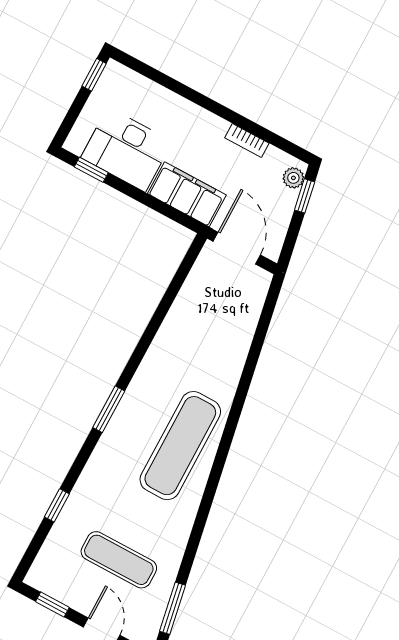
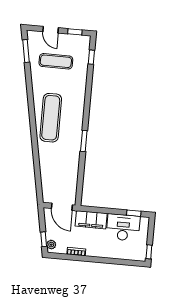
window: (109, 409) -> (84, 141), moved
window: (57, 505) -> (91, 57), moved

